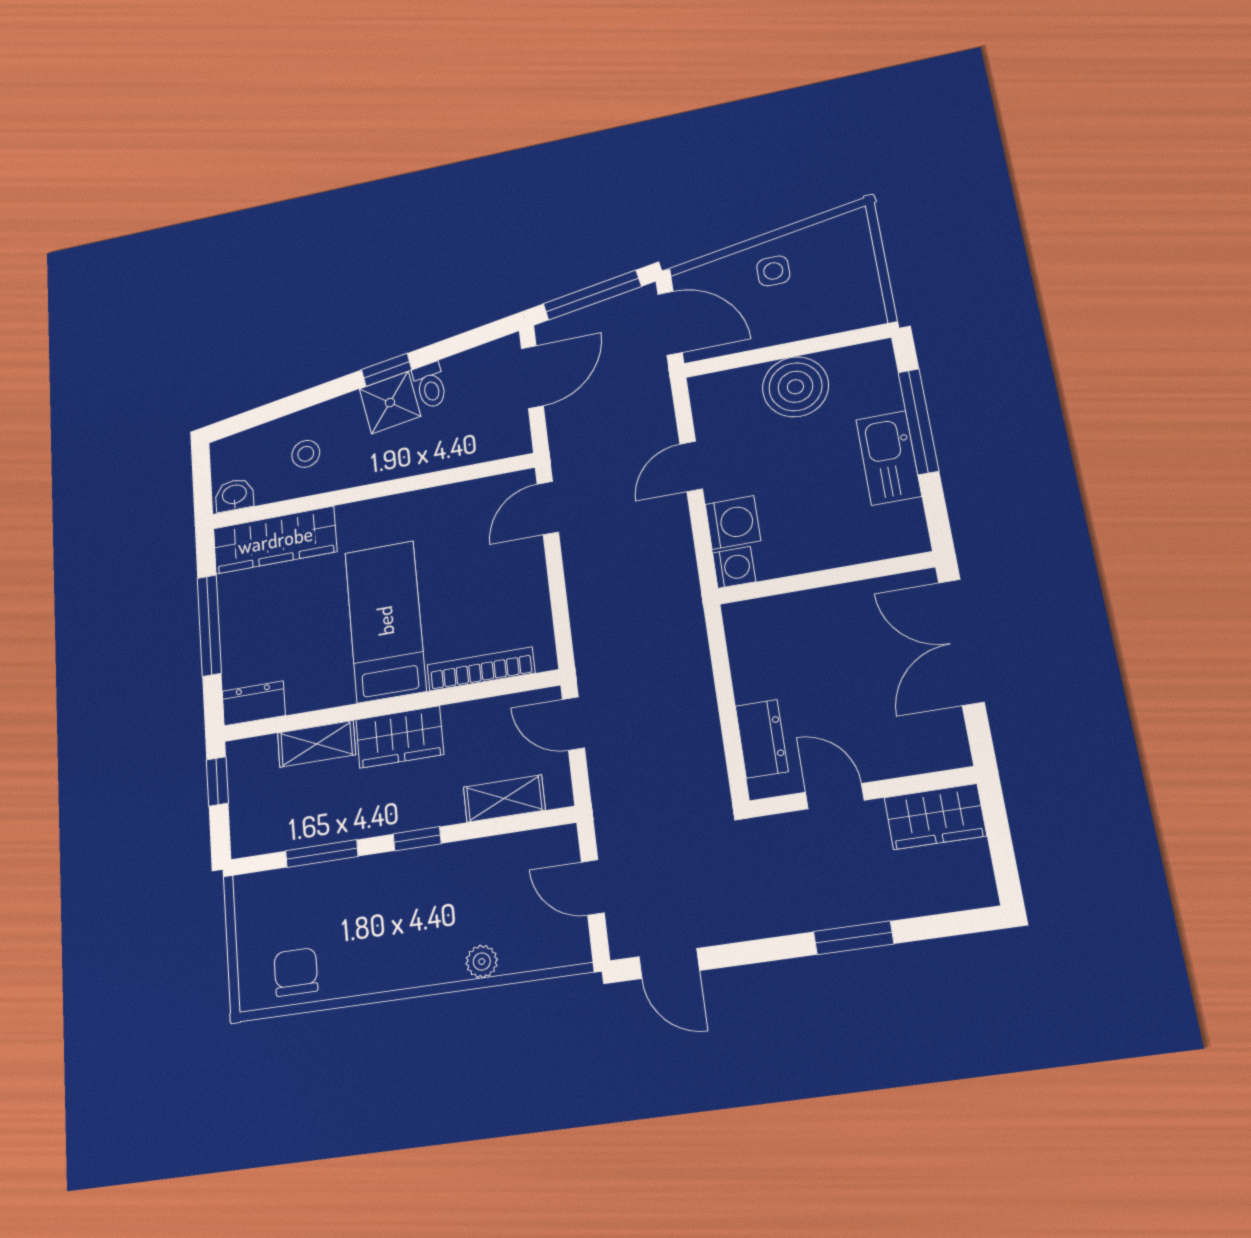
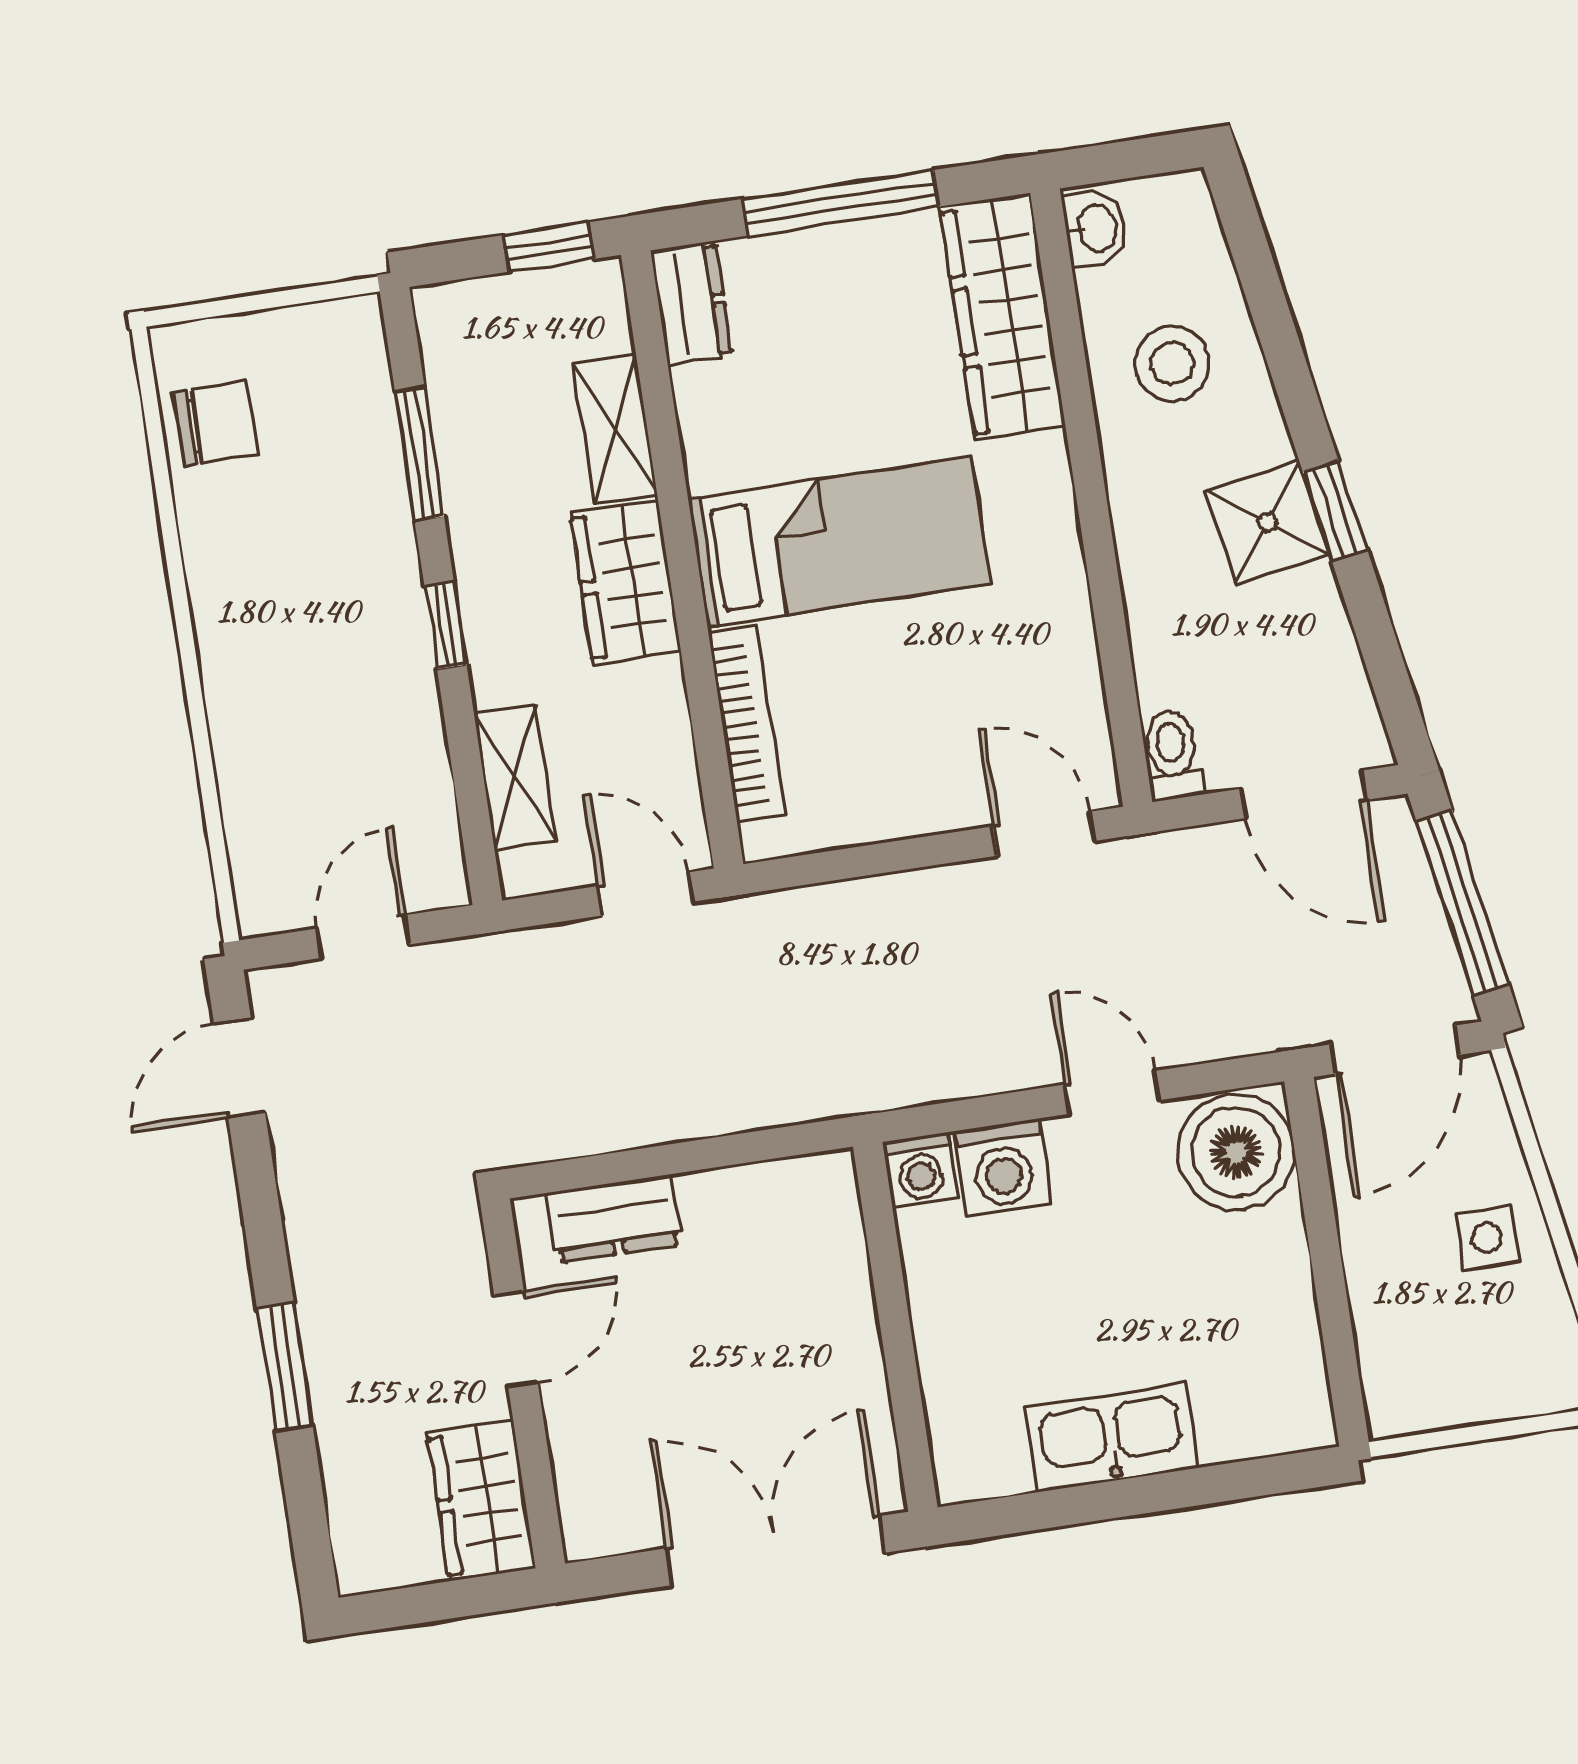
toilet: (430, 385) -> (1172, 755), moved, turned 99
boiler: (795, 387) -> (1236, 1152), moved
window: (918, 421) -> (1177, 1490), removed
stool: (306, 454) -> (1172, 363), width x1.37, depth x1.37
door: (573, 724) -> (645, 894), hinge flipped
plant: (482, 962) -> (238, 751), removed

